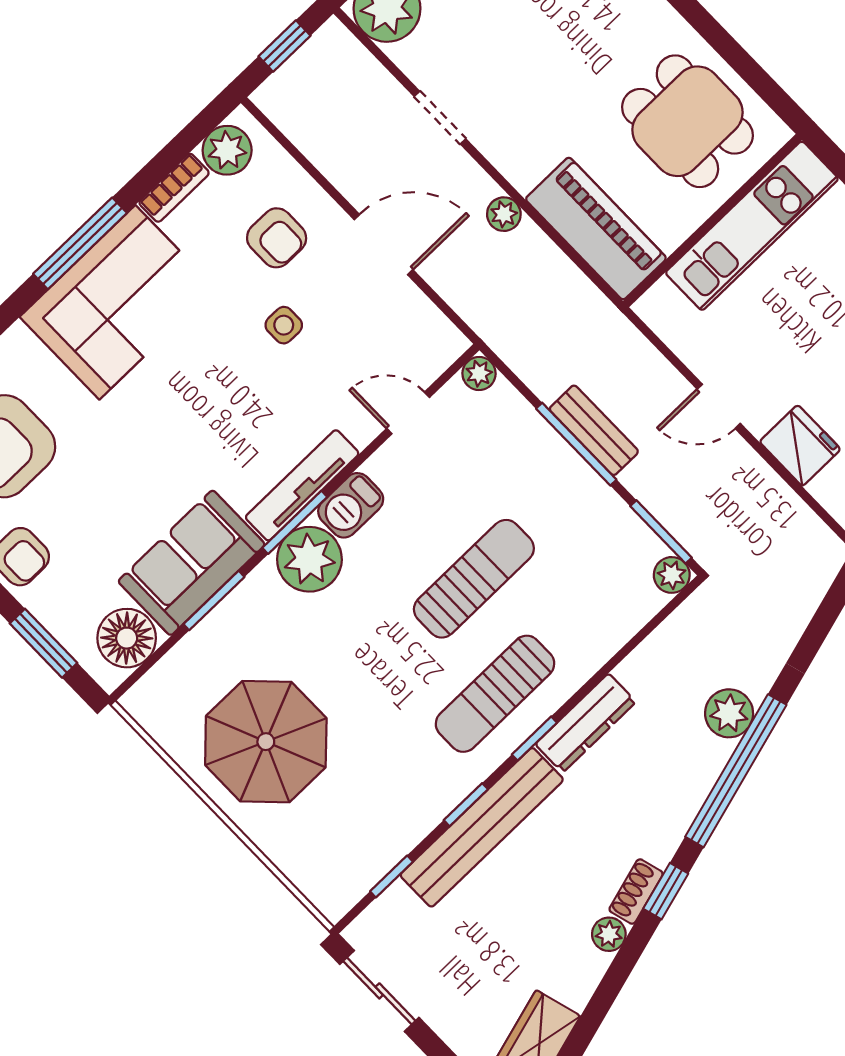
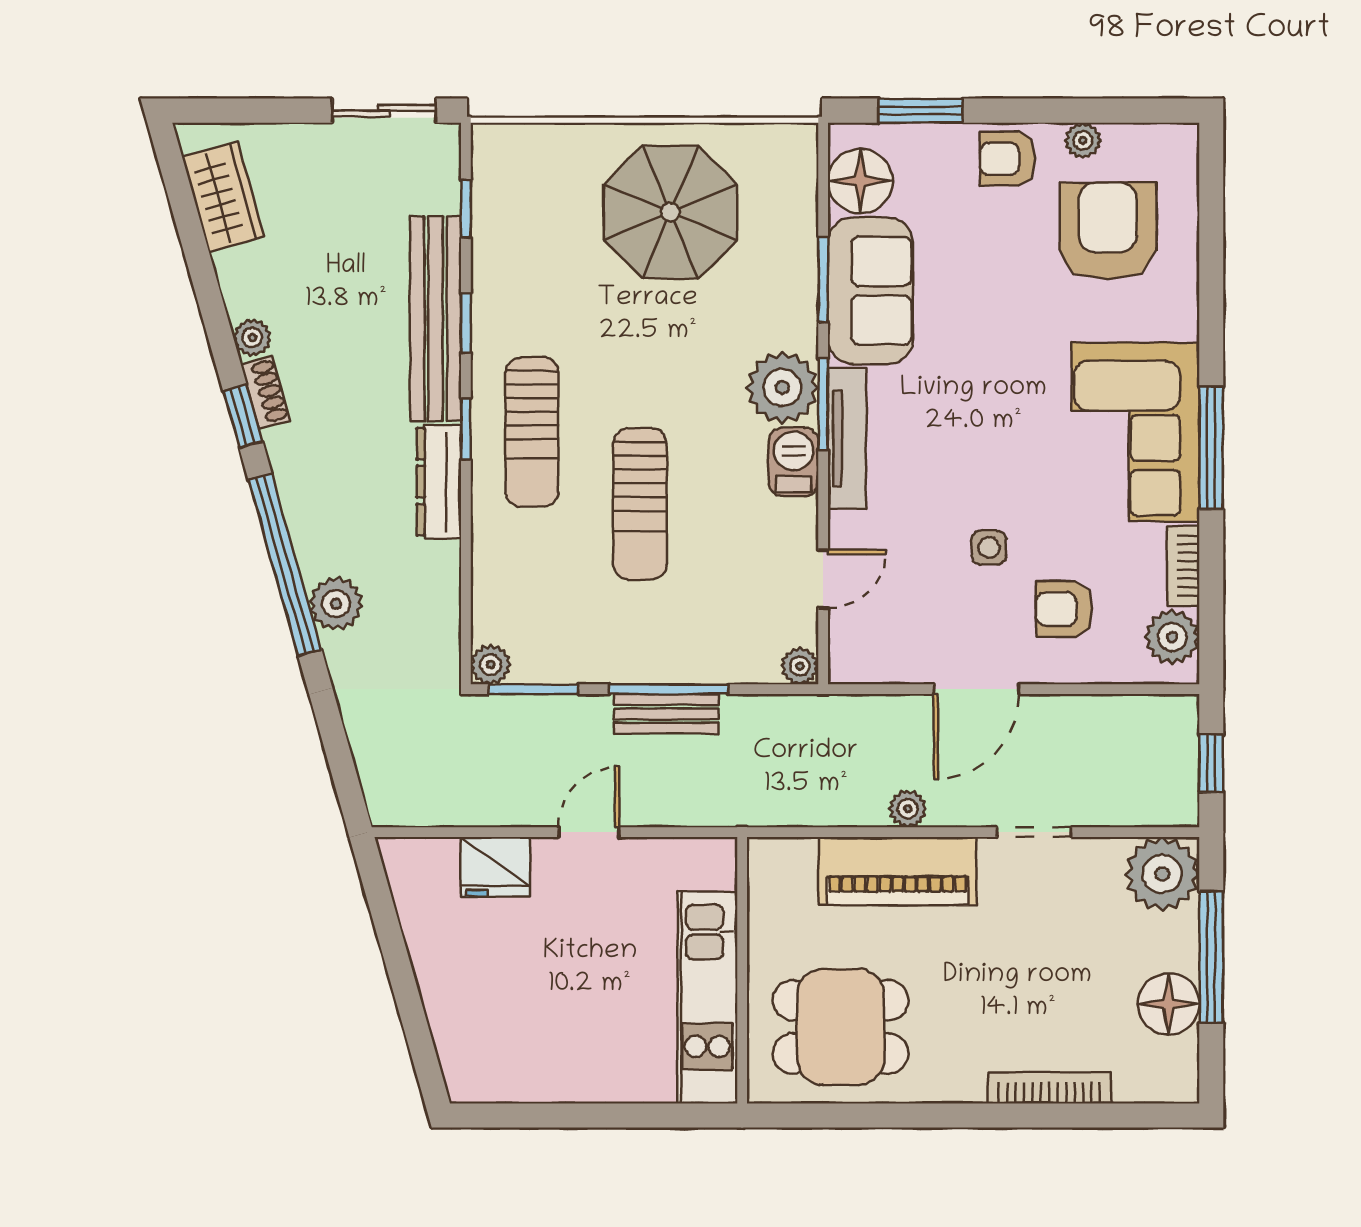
piano: (596, 229) -> (898, 871), moved
sun lounger: (495, 694) -> (532, 432), turned 180

